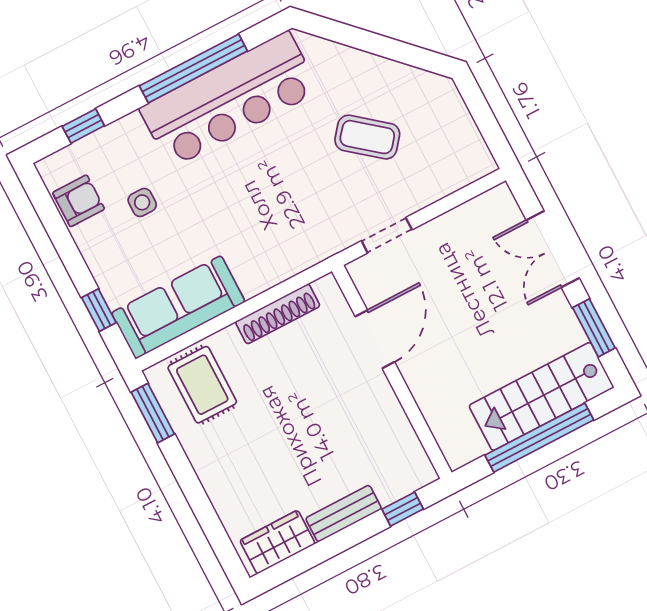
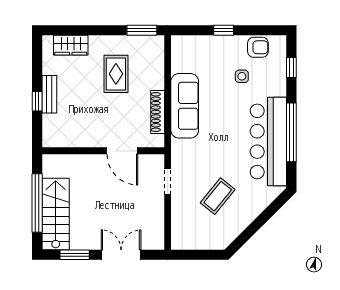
armchair: (79, 201) -> (258, 47), turned -90
sofa: (178, 307) -> (185, 106), moved
window: (99, 310) -> (224, 30), moved
rug: (202, 385) -> (116, 74), moved, turned 90
window: (403, 509) -> (37, 101), moved
wardrobe: (277, 542) -> (71, 45), moved, turned 90

